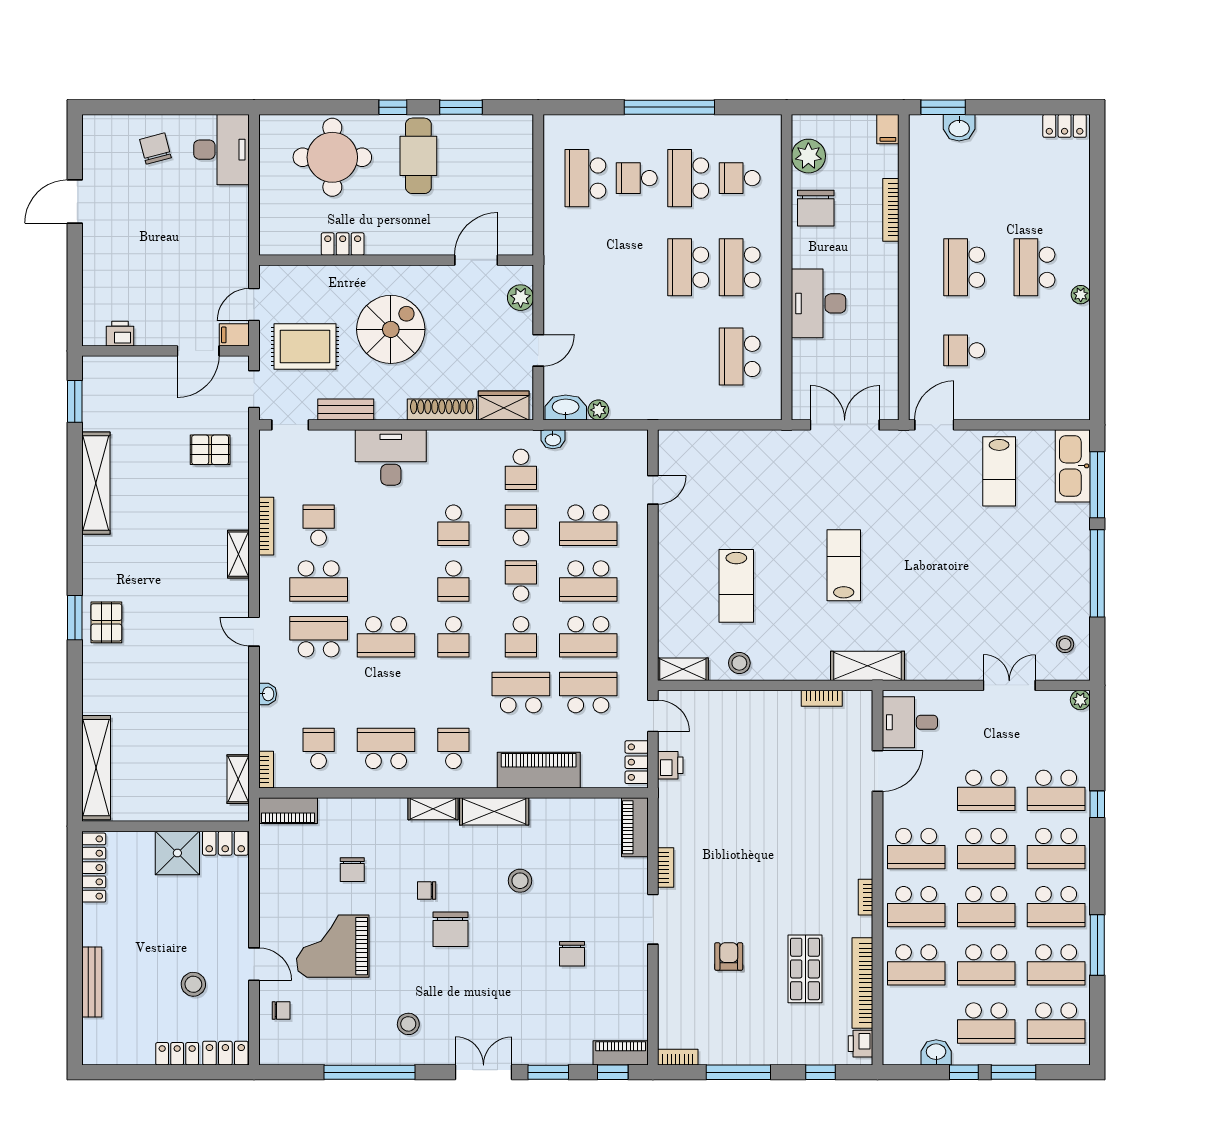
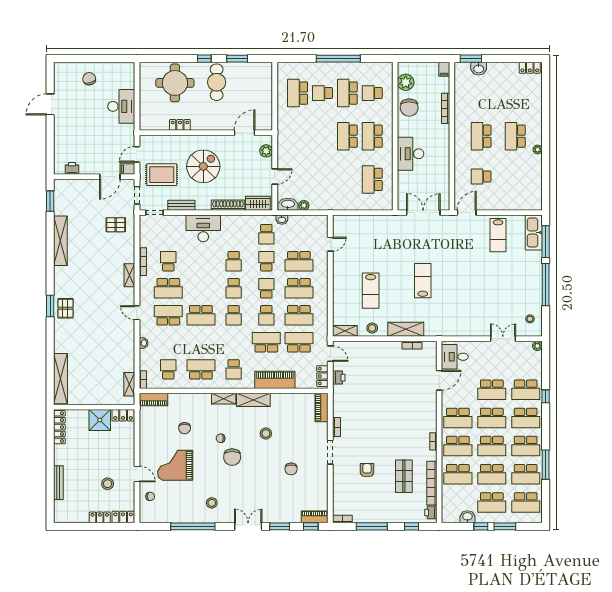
desk: (222, 150) -> (121, 106), moved
shelving: (867, 666) -> (406, 329), moved
school desk: (453, 748) -> (234, 369), turned 180

